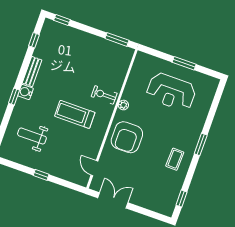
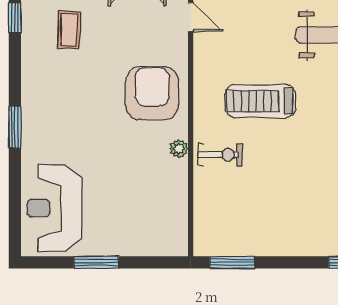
reception desk: (171, 92) -> (54, 208), moved, turned -90
treadmill: (75, 114) -> (260, 101), turned 180
coffee table: (175, 159) -> (69, 30), moved

